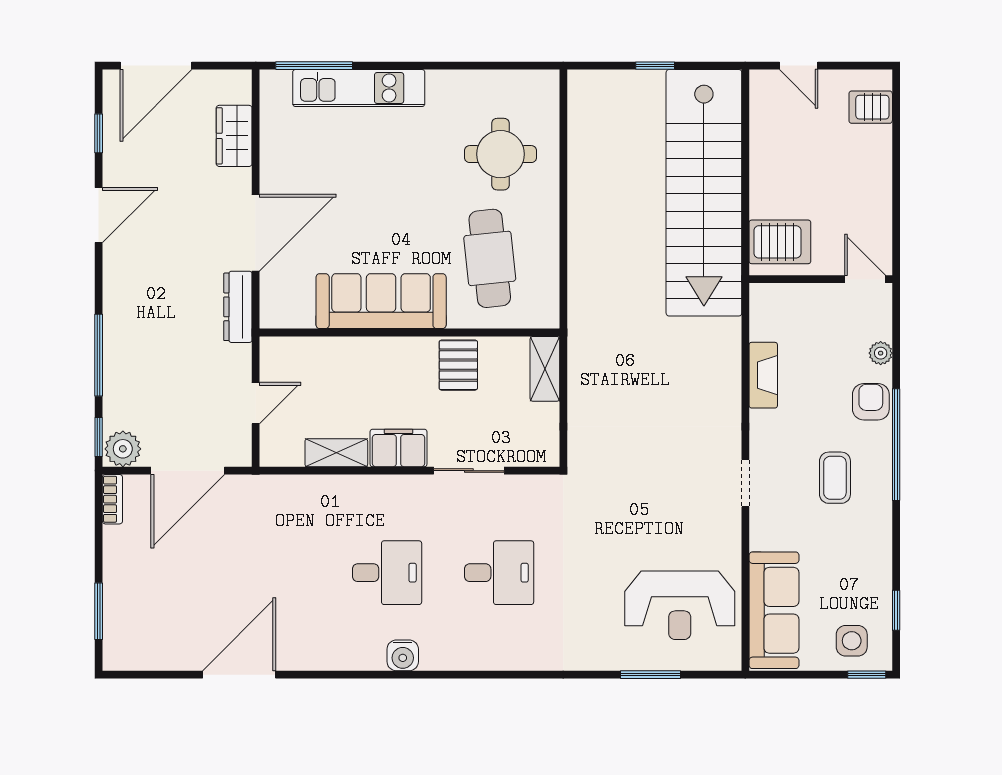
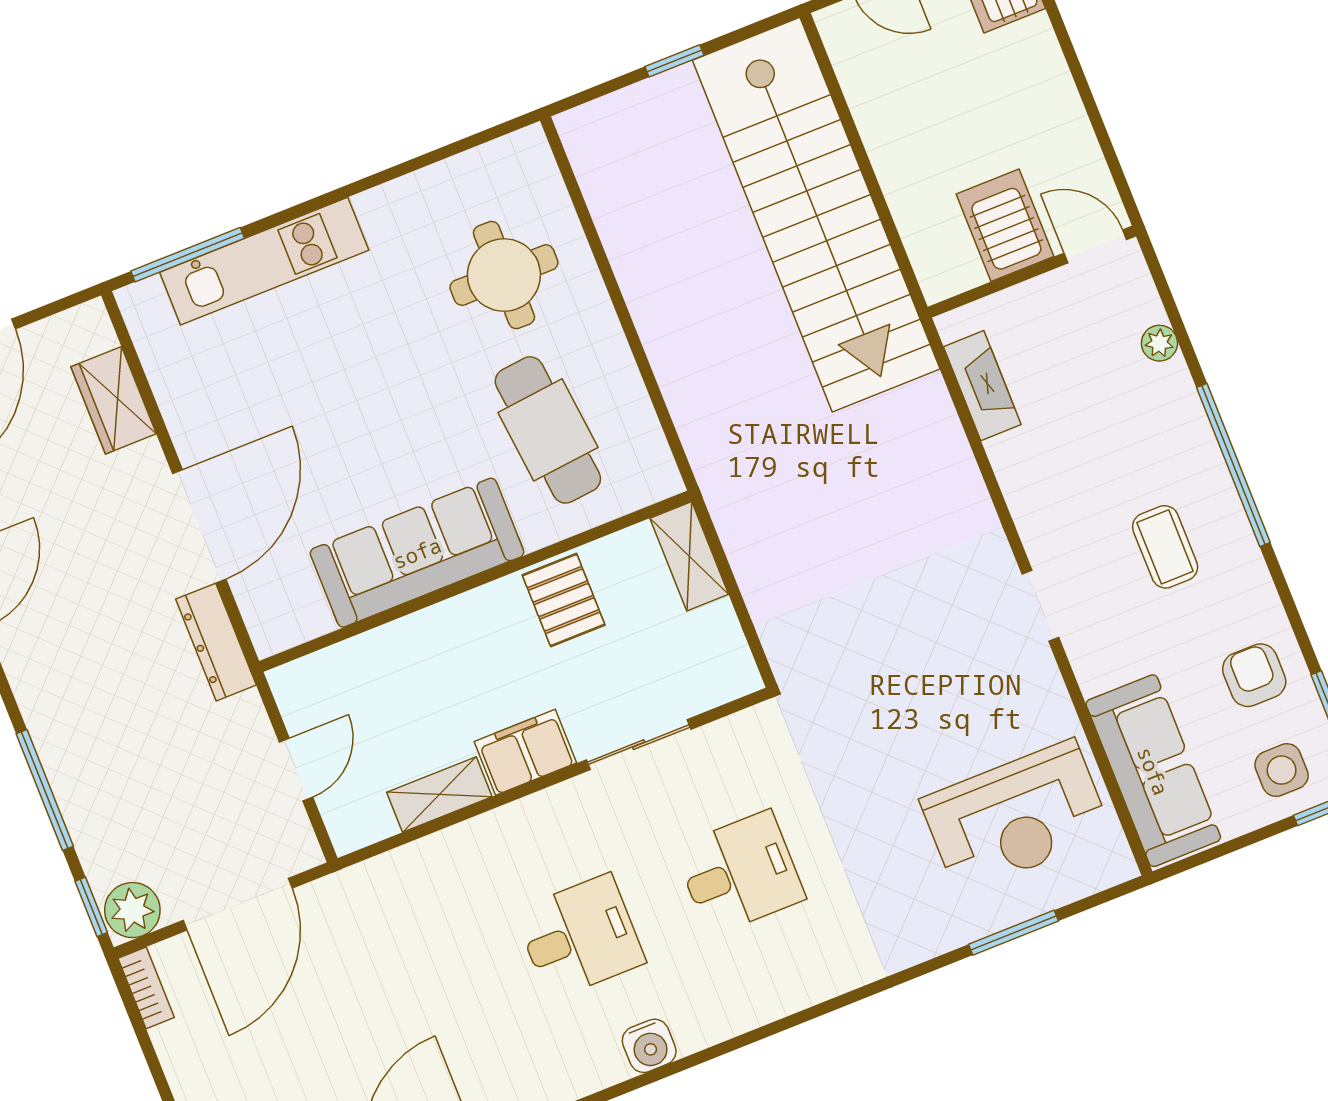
server rack: (780, 242) -> (1005, 225), moved, turned -90
fireplace: (763, 375) -> (982, 386), moved
armchair: (871, 402) -> (1254, 675), moved

